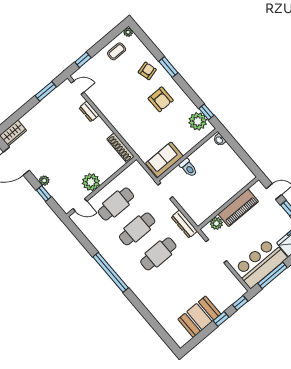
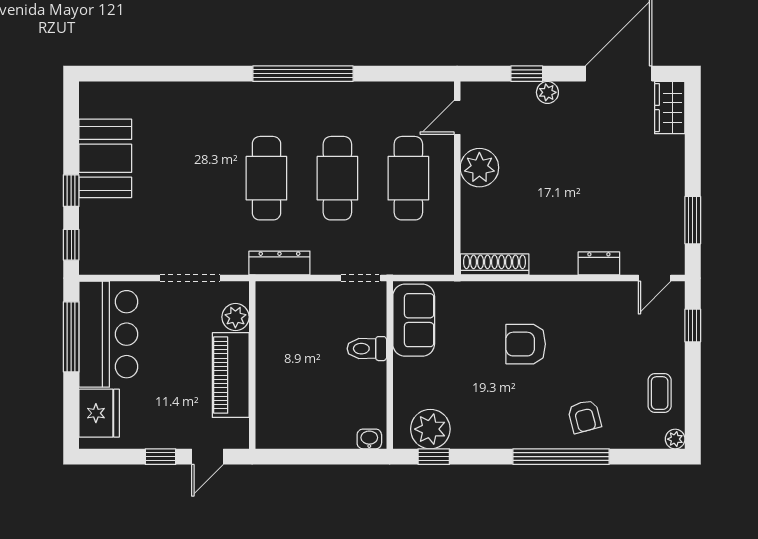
window: (168, 67) -> (561, 457), width x2.11
armchair: (161, 99) -> (526, 344), moved

